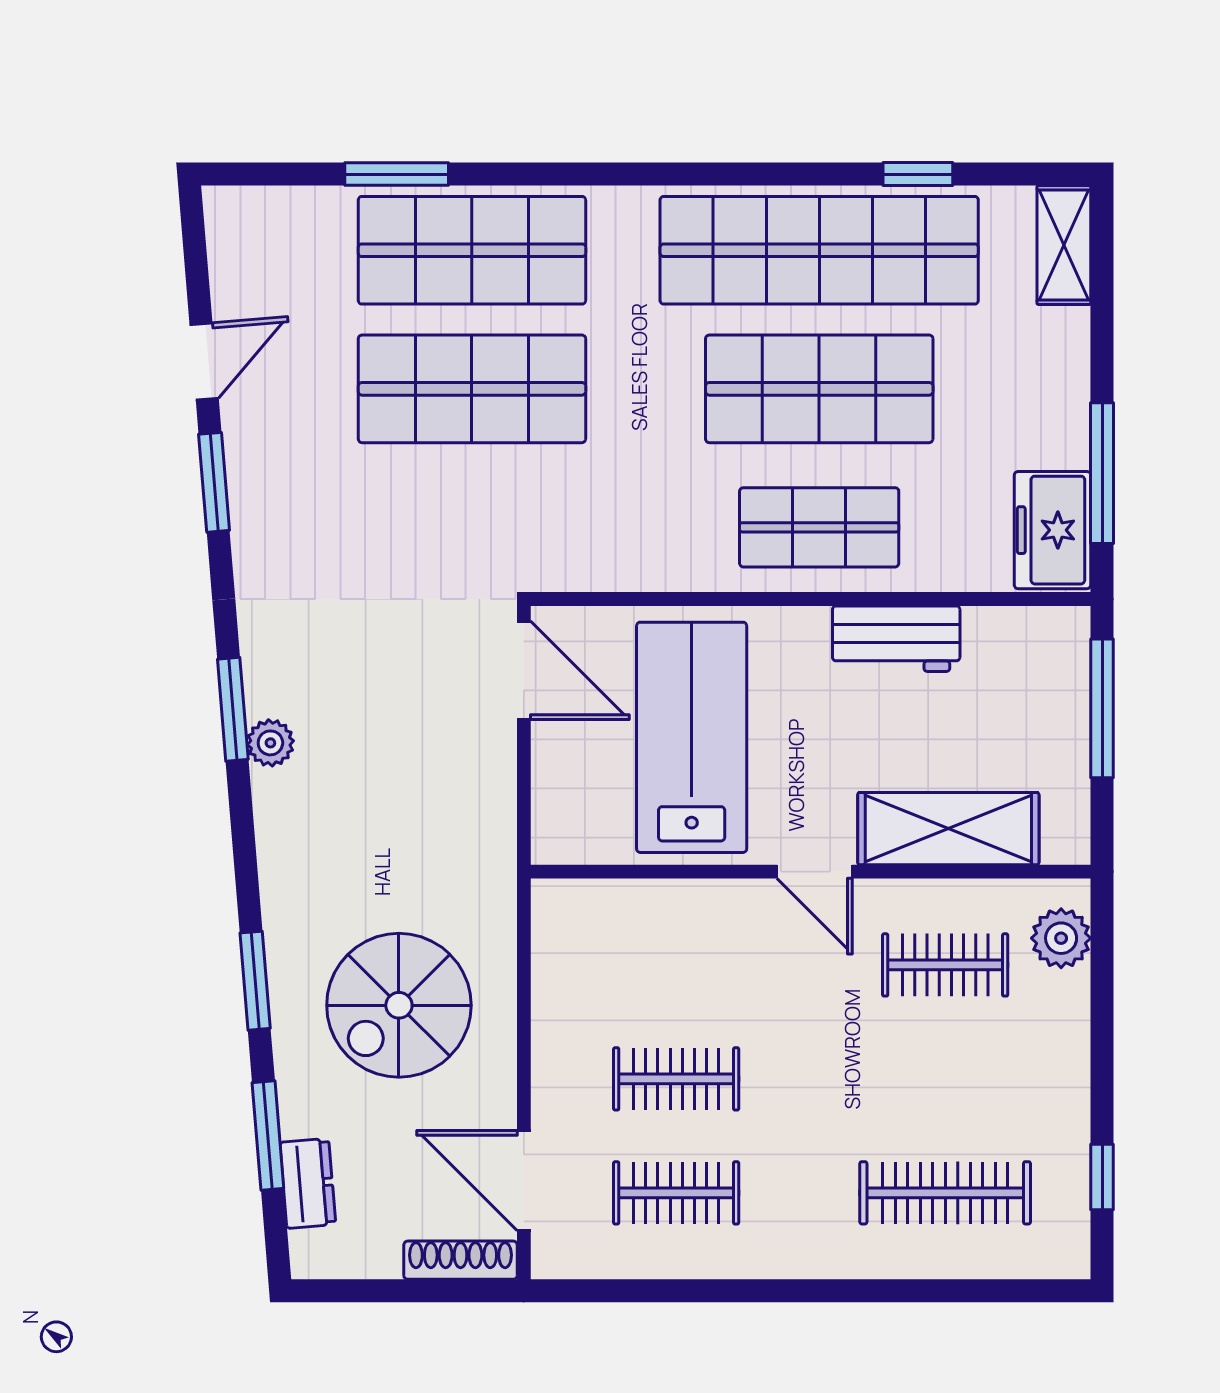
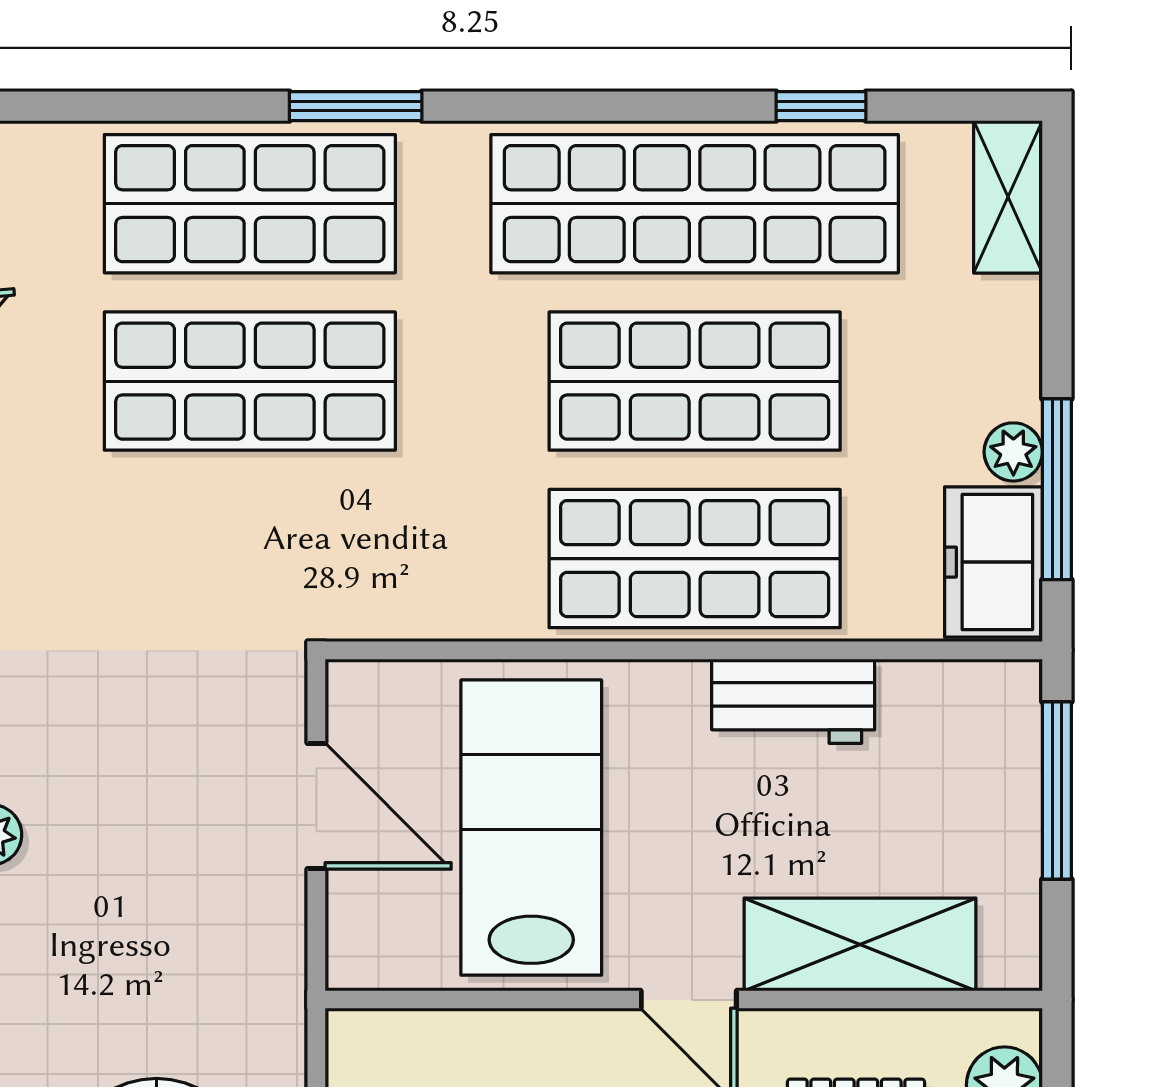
window: (397, 174) -> (356, 106), moved
plant: (1068, 444) -> (1013, 452), added
shop shelf: (819, 527) -> (695, 559), width x1.43, depth x1.36
door: (524, 670) -> (316, 806), moved

